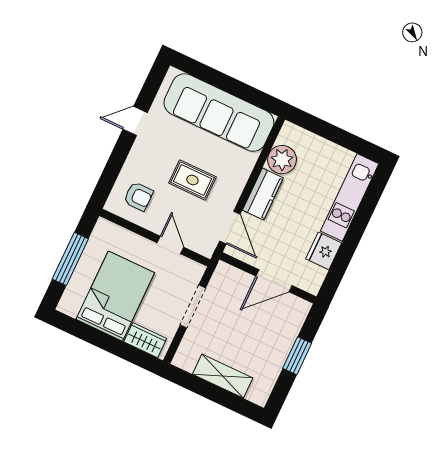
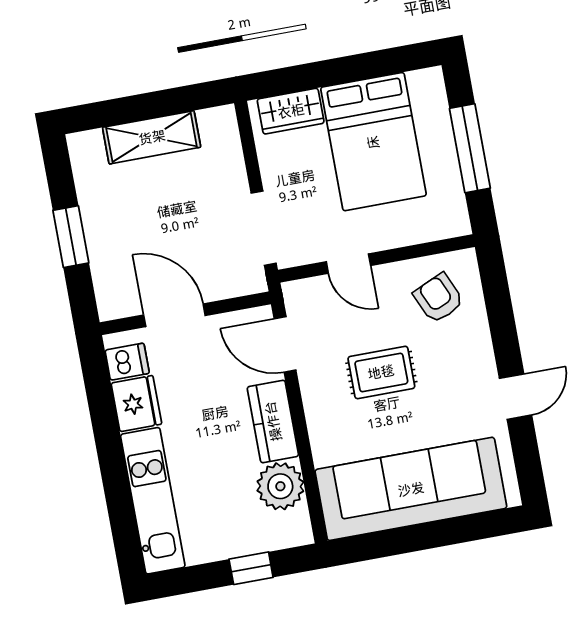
window: (325, 130) -> (251, 568), added
armchair: (138, 196) -> (439, 298), turned 66
dishwasher: (313, 275) -> (127, 362), added
door: (274, 281) -> (174, 315), hinge flipped
doorway: (193, 306) -> (264, 228), moved

